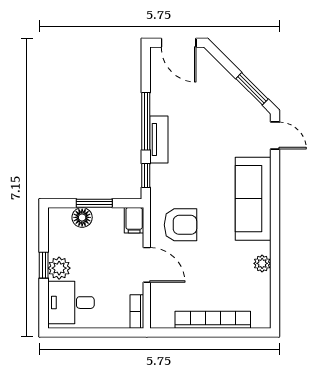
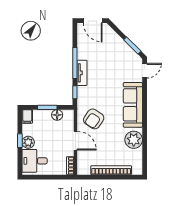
door: (275, 135) -> (145, 71), hinge flipped
floor lamp: (82, 217) -> (57, 115), moved
filing cabinet: (134, 220) -> (27, 116), moved
armchair: (180, 225) -> (94, 119), turned 124
plant: (262, 263) -> (134, 140), width x1.88, depth x1.88

